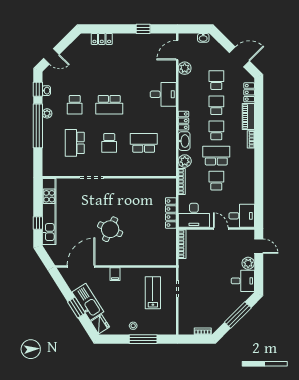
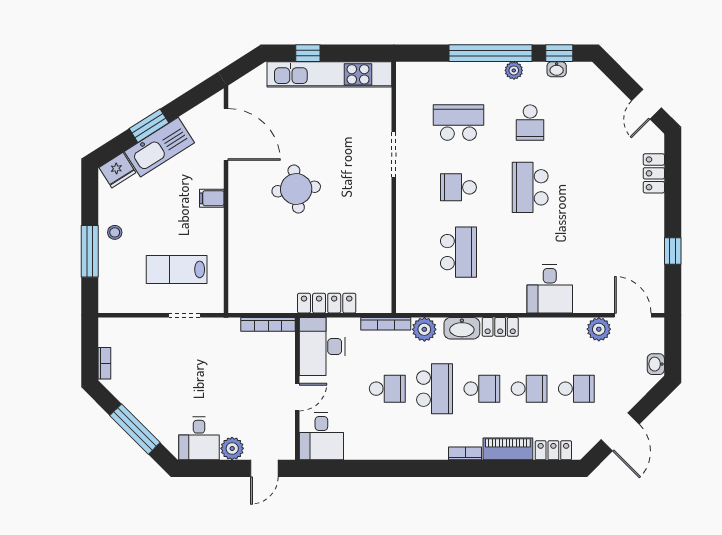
door: (51, 56) -> (647, 104), moved
school desk: (75, 105) -> (530, 123), turned -90
round table: (110, 229) -> (296, 189), turned -31
lab bench: (153, 293) -> (177, 269), turned 180

